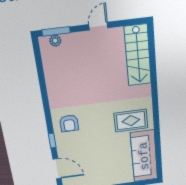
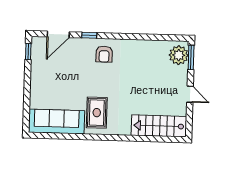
plant: (55, 41) -> (179, 55), width x1.87, depth x1.87
armchair: (69, 123) -> (104, 54), turned -90

